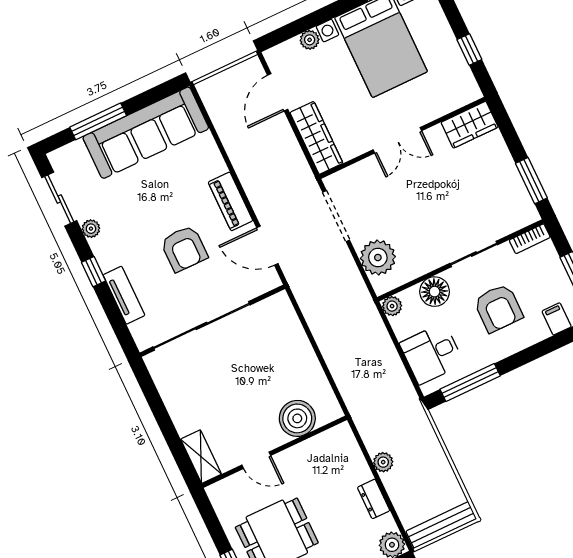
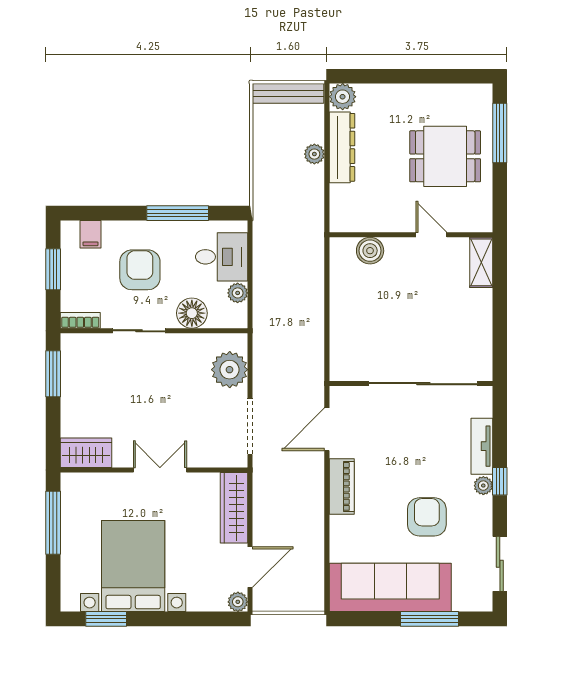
plant: (310, 40) -> (238, 602), moved
window: (469, 49) -> (53, 523), width x2.17
plant: (91, 229) -> (483, 486), moved
door: (267, 246) -> (327, 429), swing flipped
armchair: (184, 249) -> (427, 517), moved
plant: (392, 306) -> (238, 293), moved
window: (470, 382) -> (178, 213), moved
boiler: (297, 418) -> (370, 251), width x0.73, depth x0.73
plant: (383, 462) -> (314, 154), moved
dresser: (374, 499) -> (342, 147), width x1.96, depth x1.24

